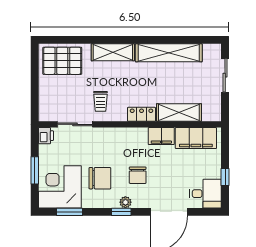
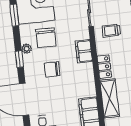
filing cabinet: (161, 136) -> (84, 51), moved
plant: (125, 202) -> (27, 49), moved

